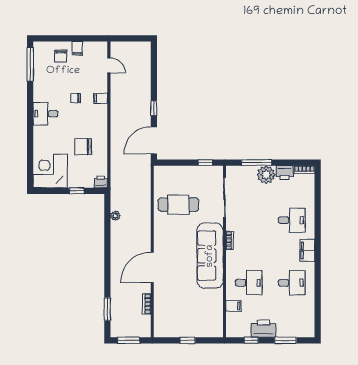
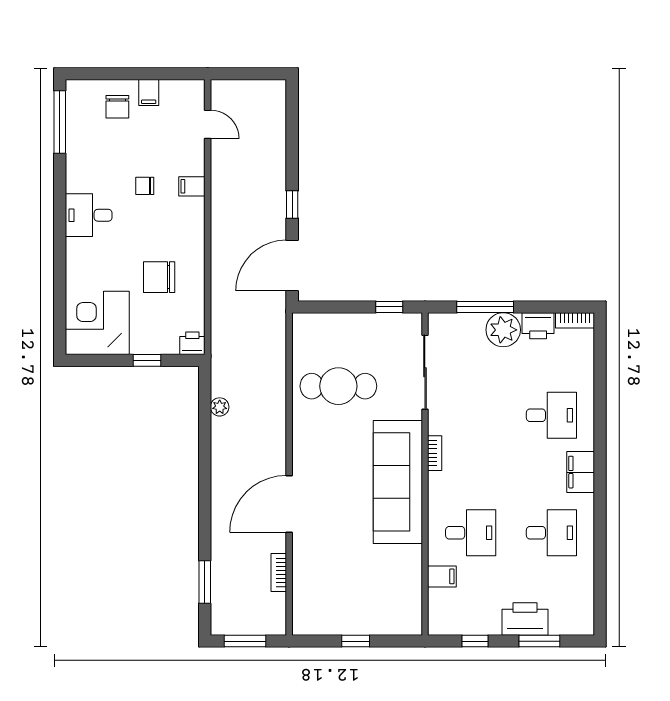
printer: (263, 329) -> (525, 619), moved

